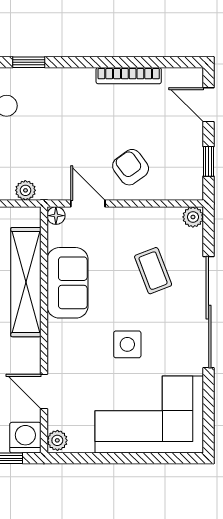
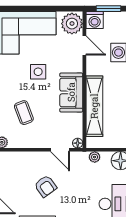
armchair: (131, 167) -> (46, 186), moved
sofa: (68, 283) -> (71, 92), moved
plant: (57, 440) -> (72, 24), width x1.87, depth x1.87

